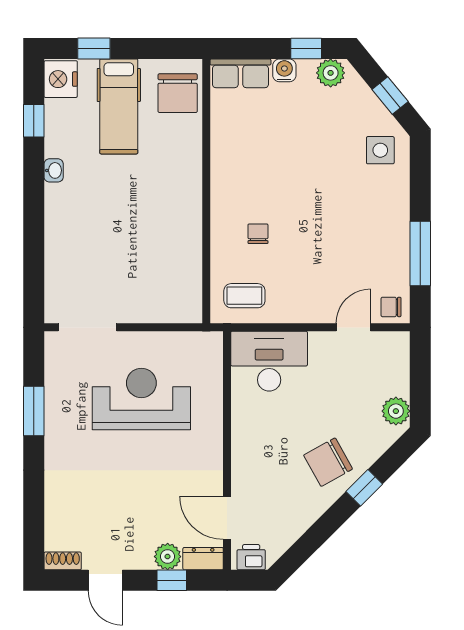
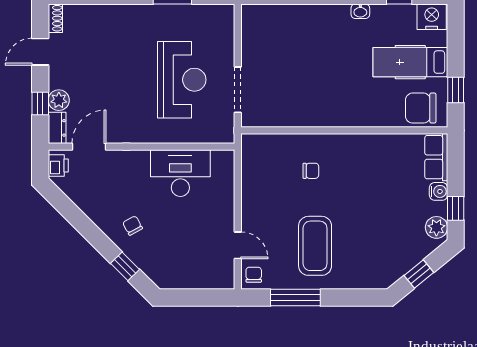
window: (94, 48) -> (456, 90), moved
side table: (380, 150) -> (376, 266), removed
coffee table: (244, 296) -> (315, 246), moved, width x1.86, depth x1.72
doorway: (88, 327) -> (238, 90), moved
desk: (269, 361) -> (180, 173), moved, turned -90
plant: (396, 411) -> (172, 279), removed
chair: (328, 462) -> (133, 226), width x0.54, depth x0.54
window: (364, 488) -> (125, 266), moved

